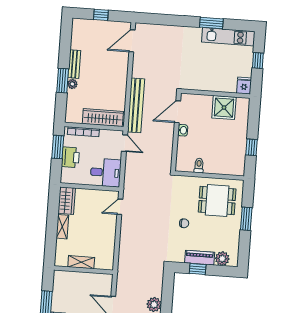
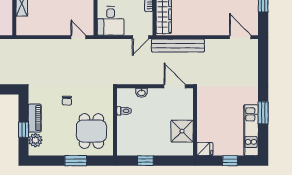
washbasin: (183, 130) -> (141, 93), moved
window: (198, 269) -> (24, 130), moved

